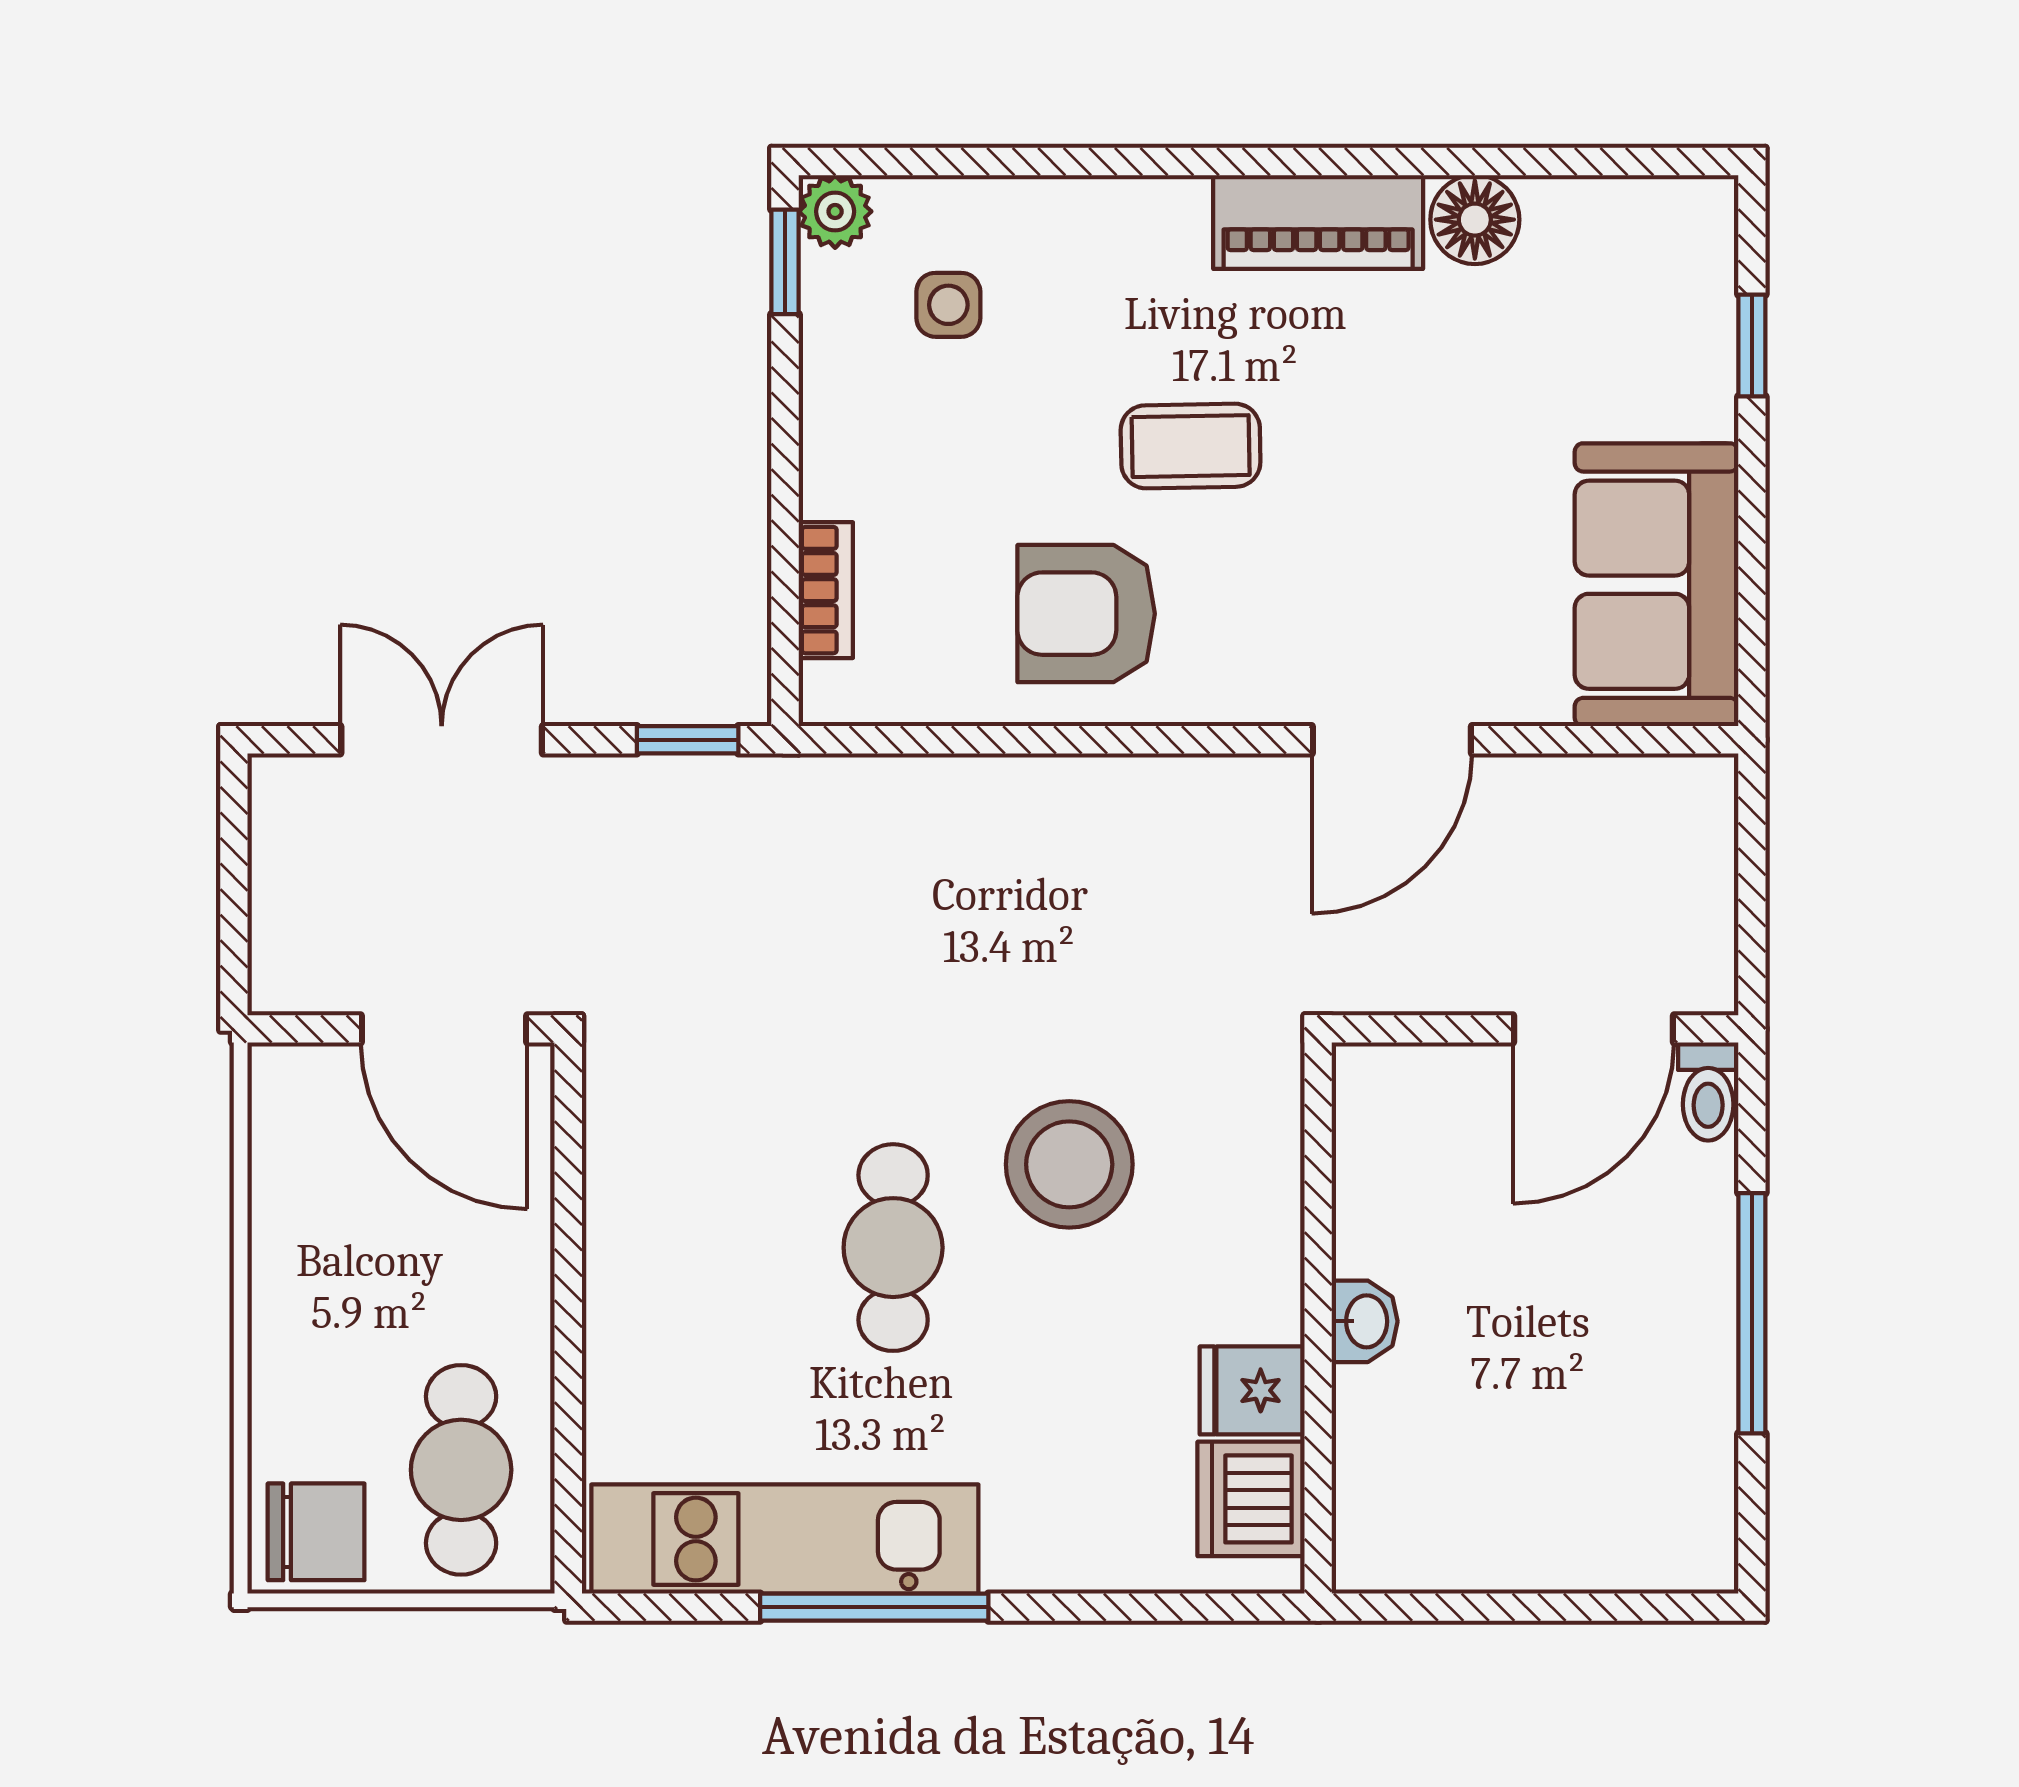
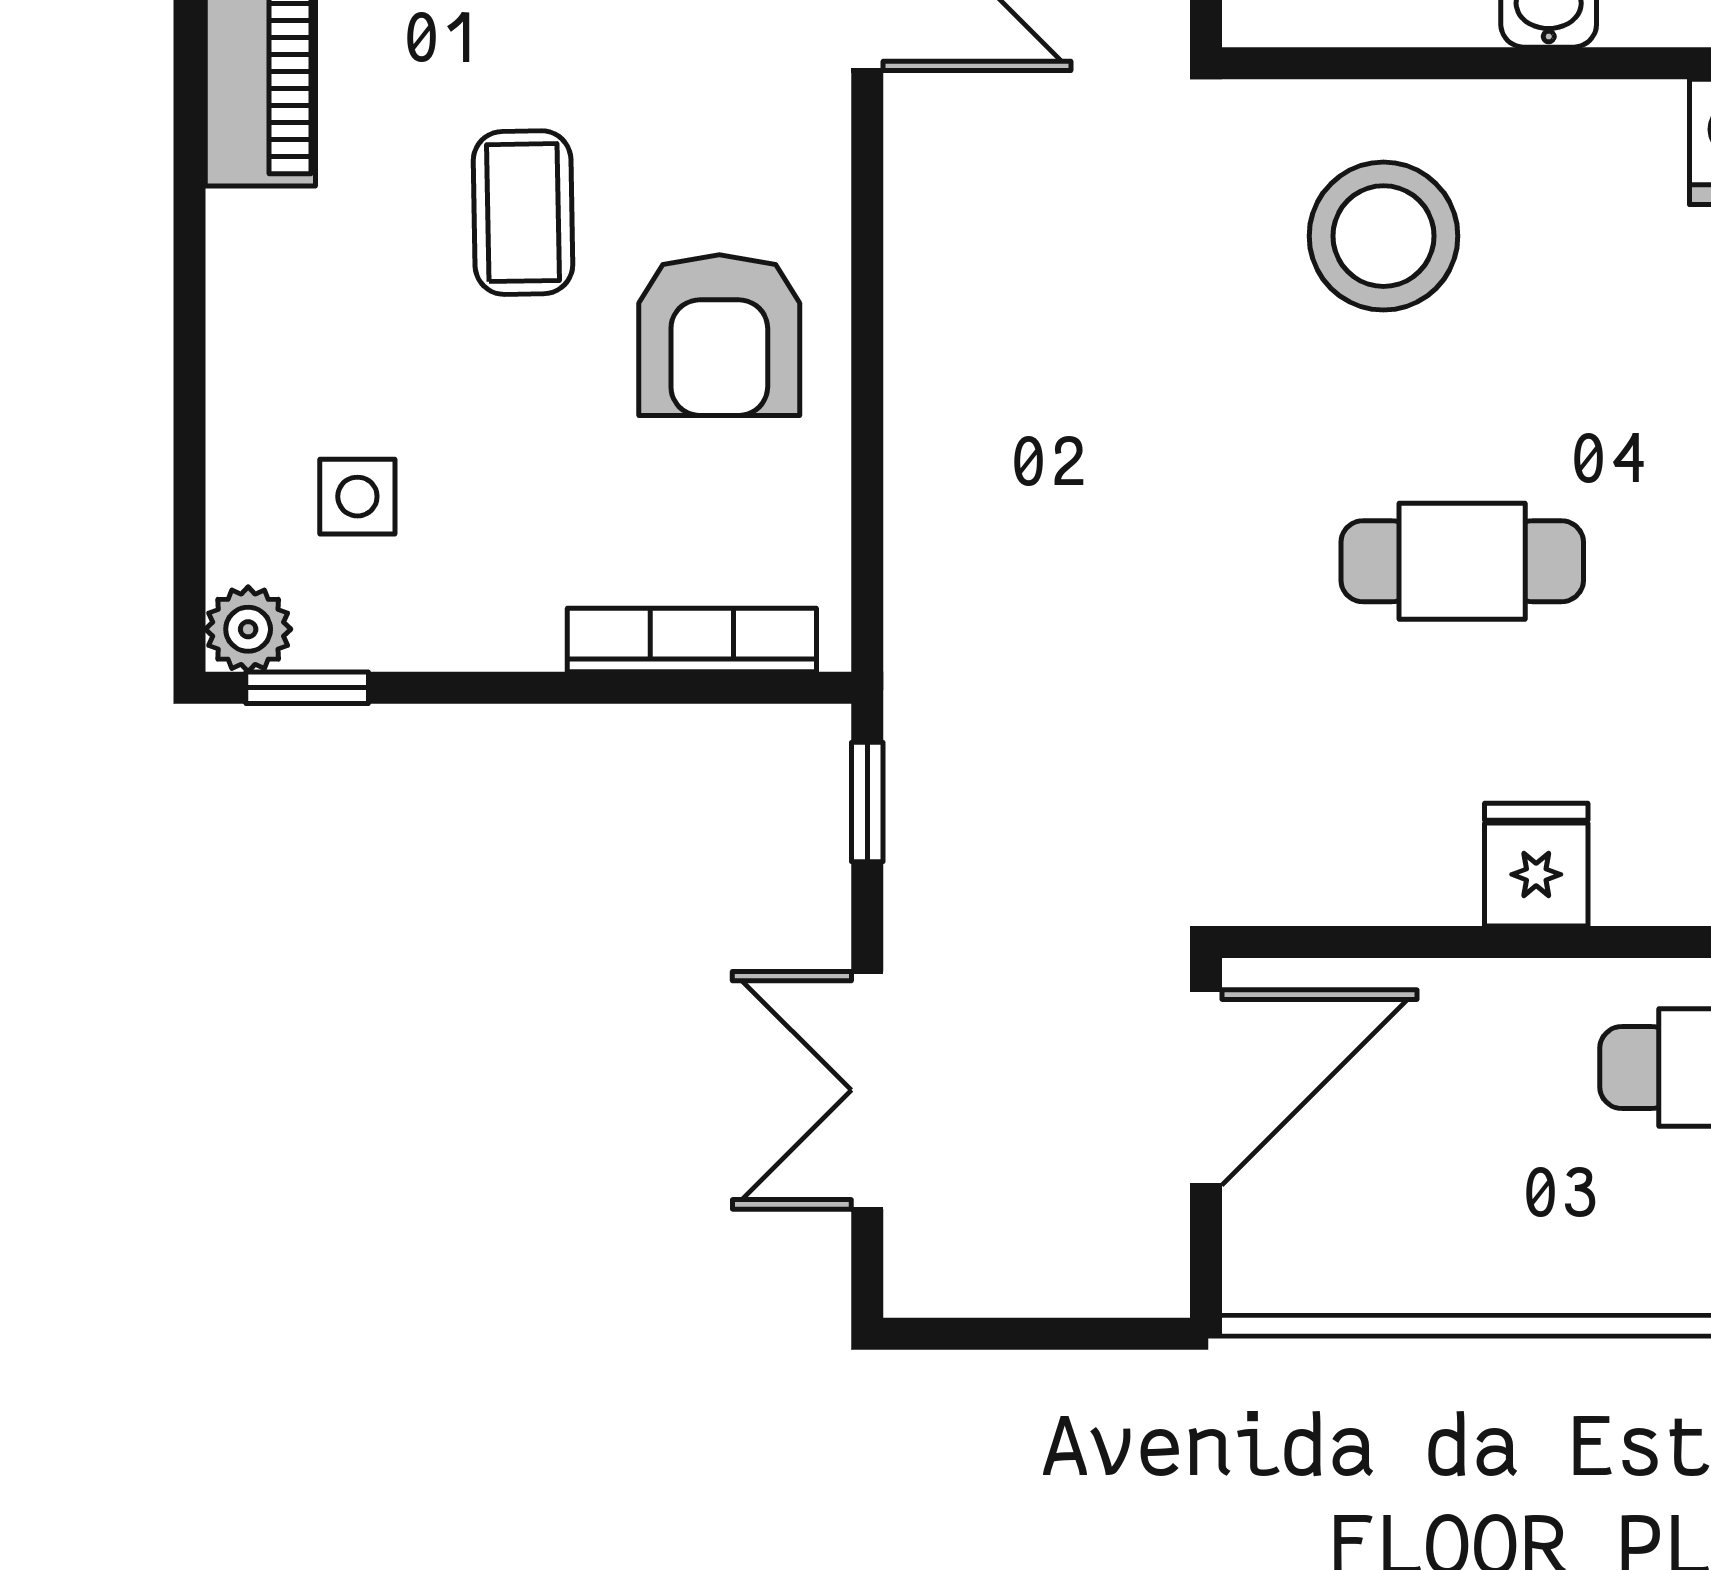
bookcase: (826, 590) -> (692, 640), width x1.56
stool: (1069, 1164) -> (1384, 236), moved
fridge: (1252, 1390) -> (1536, 865), moved, turned 180

